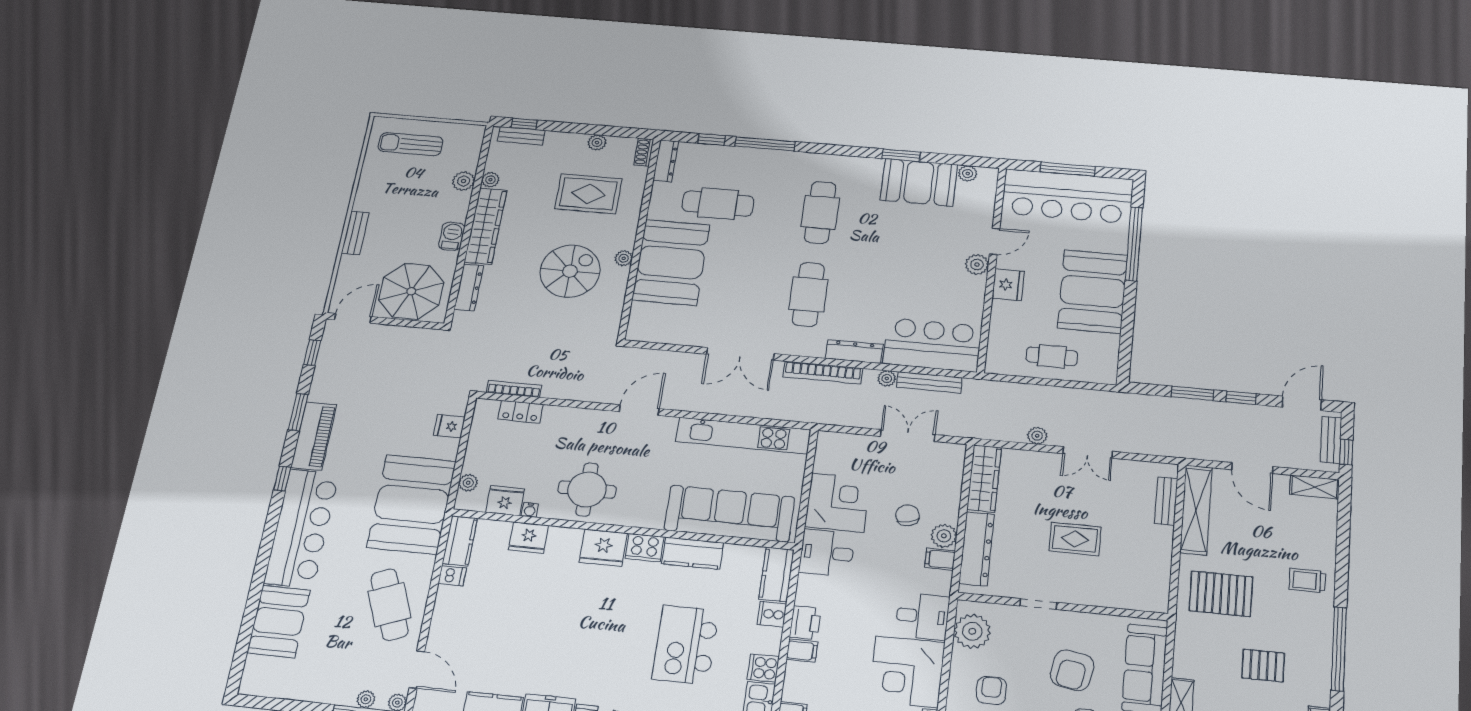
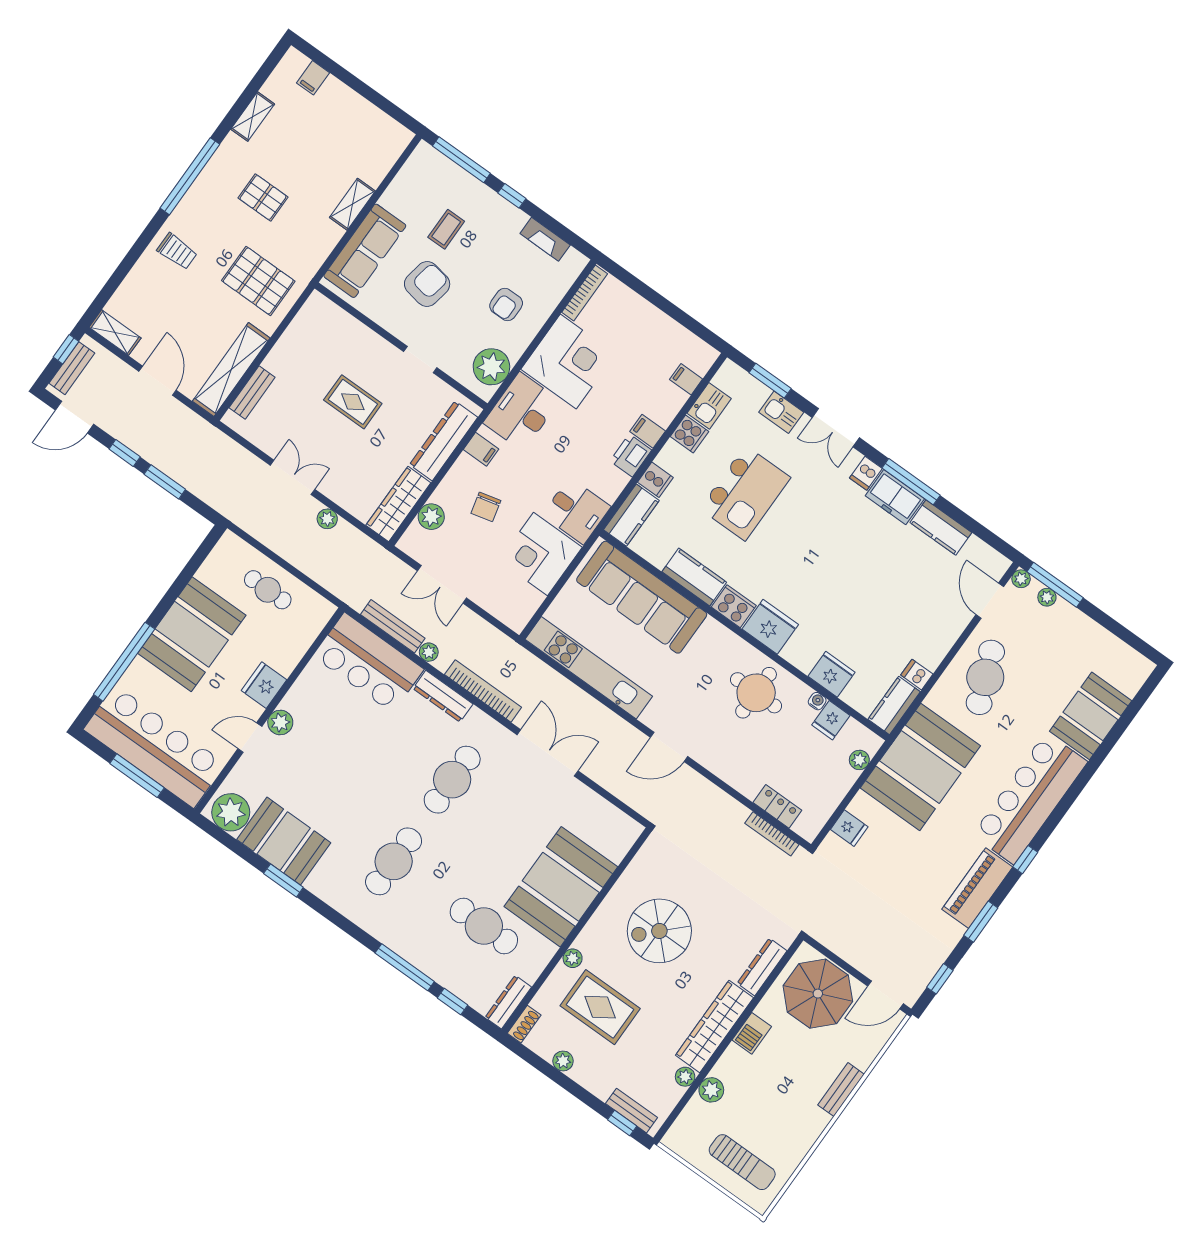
plant: (968, 174) -> (231, 812), width x1.88, depth x1.88
plant: (624, 258) -> (573, 958), moved
fridge: (505, 501) -> (831, 720), width x0.72
plant: (944, 536) -> (431, 517), moved
desk: (922, 616) -> (521, 412), width x1.37

